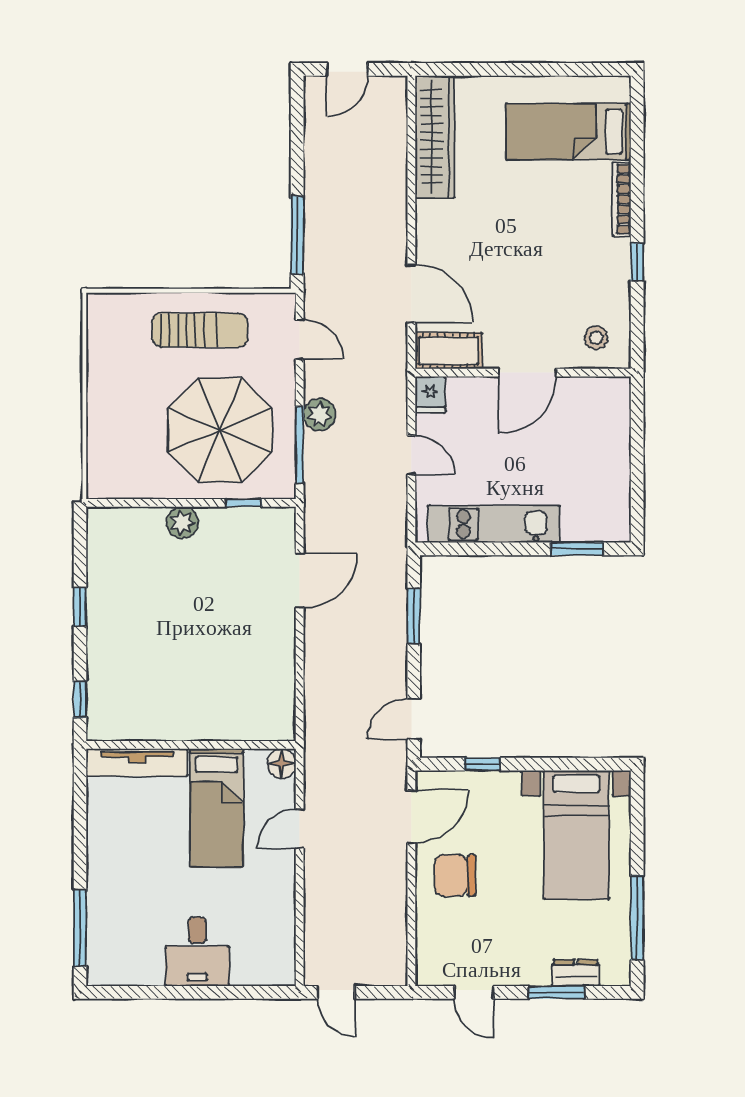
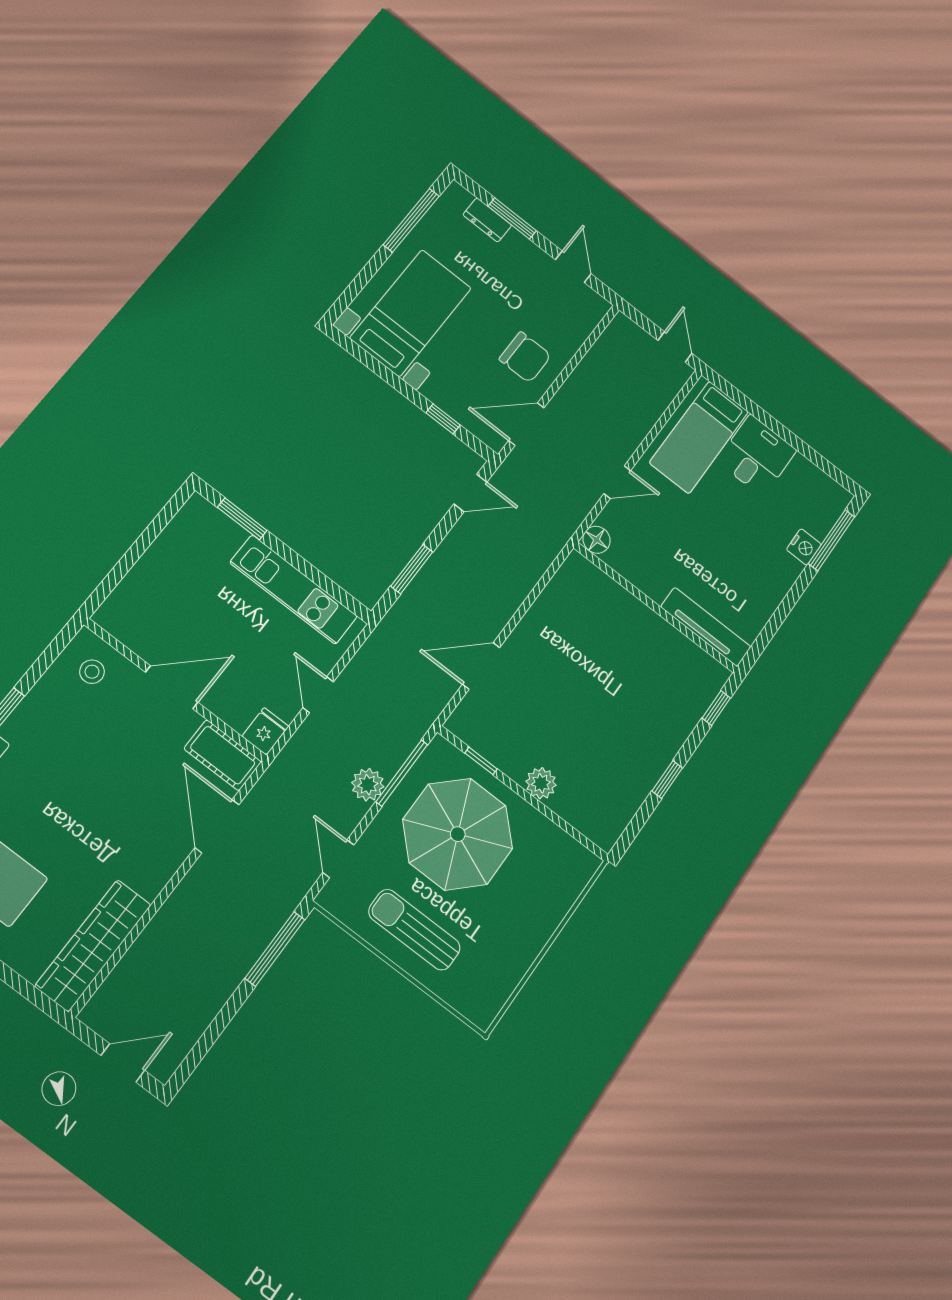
bed: (217, 808) -> (699, 437), moved, turned 180
nightstand: (100, 902) -> (804, 547), added

